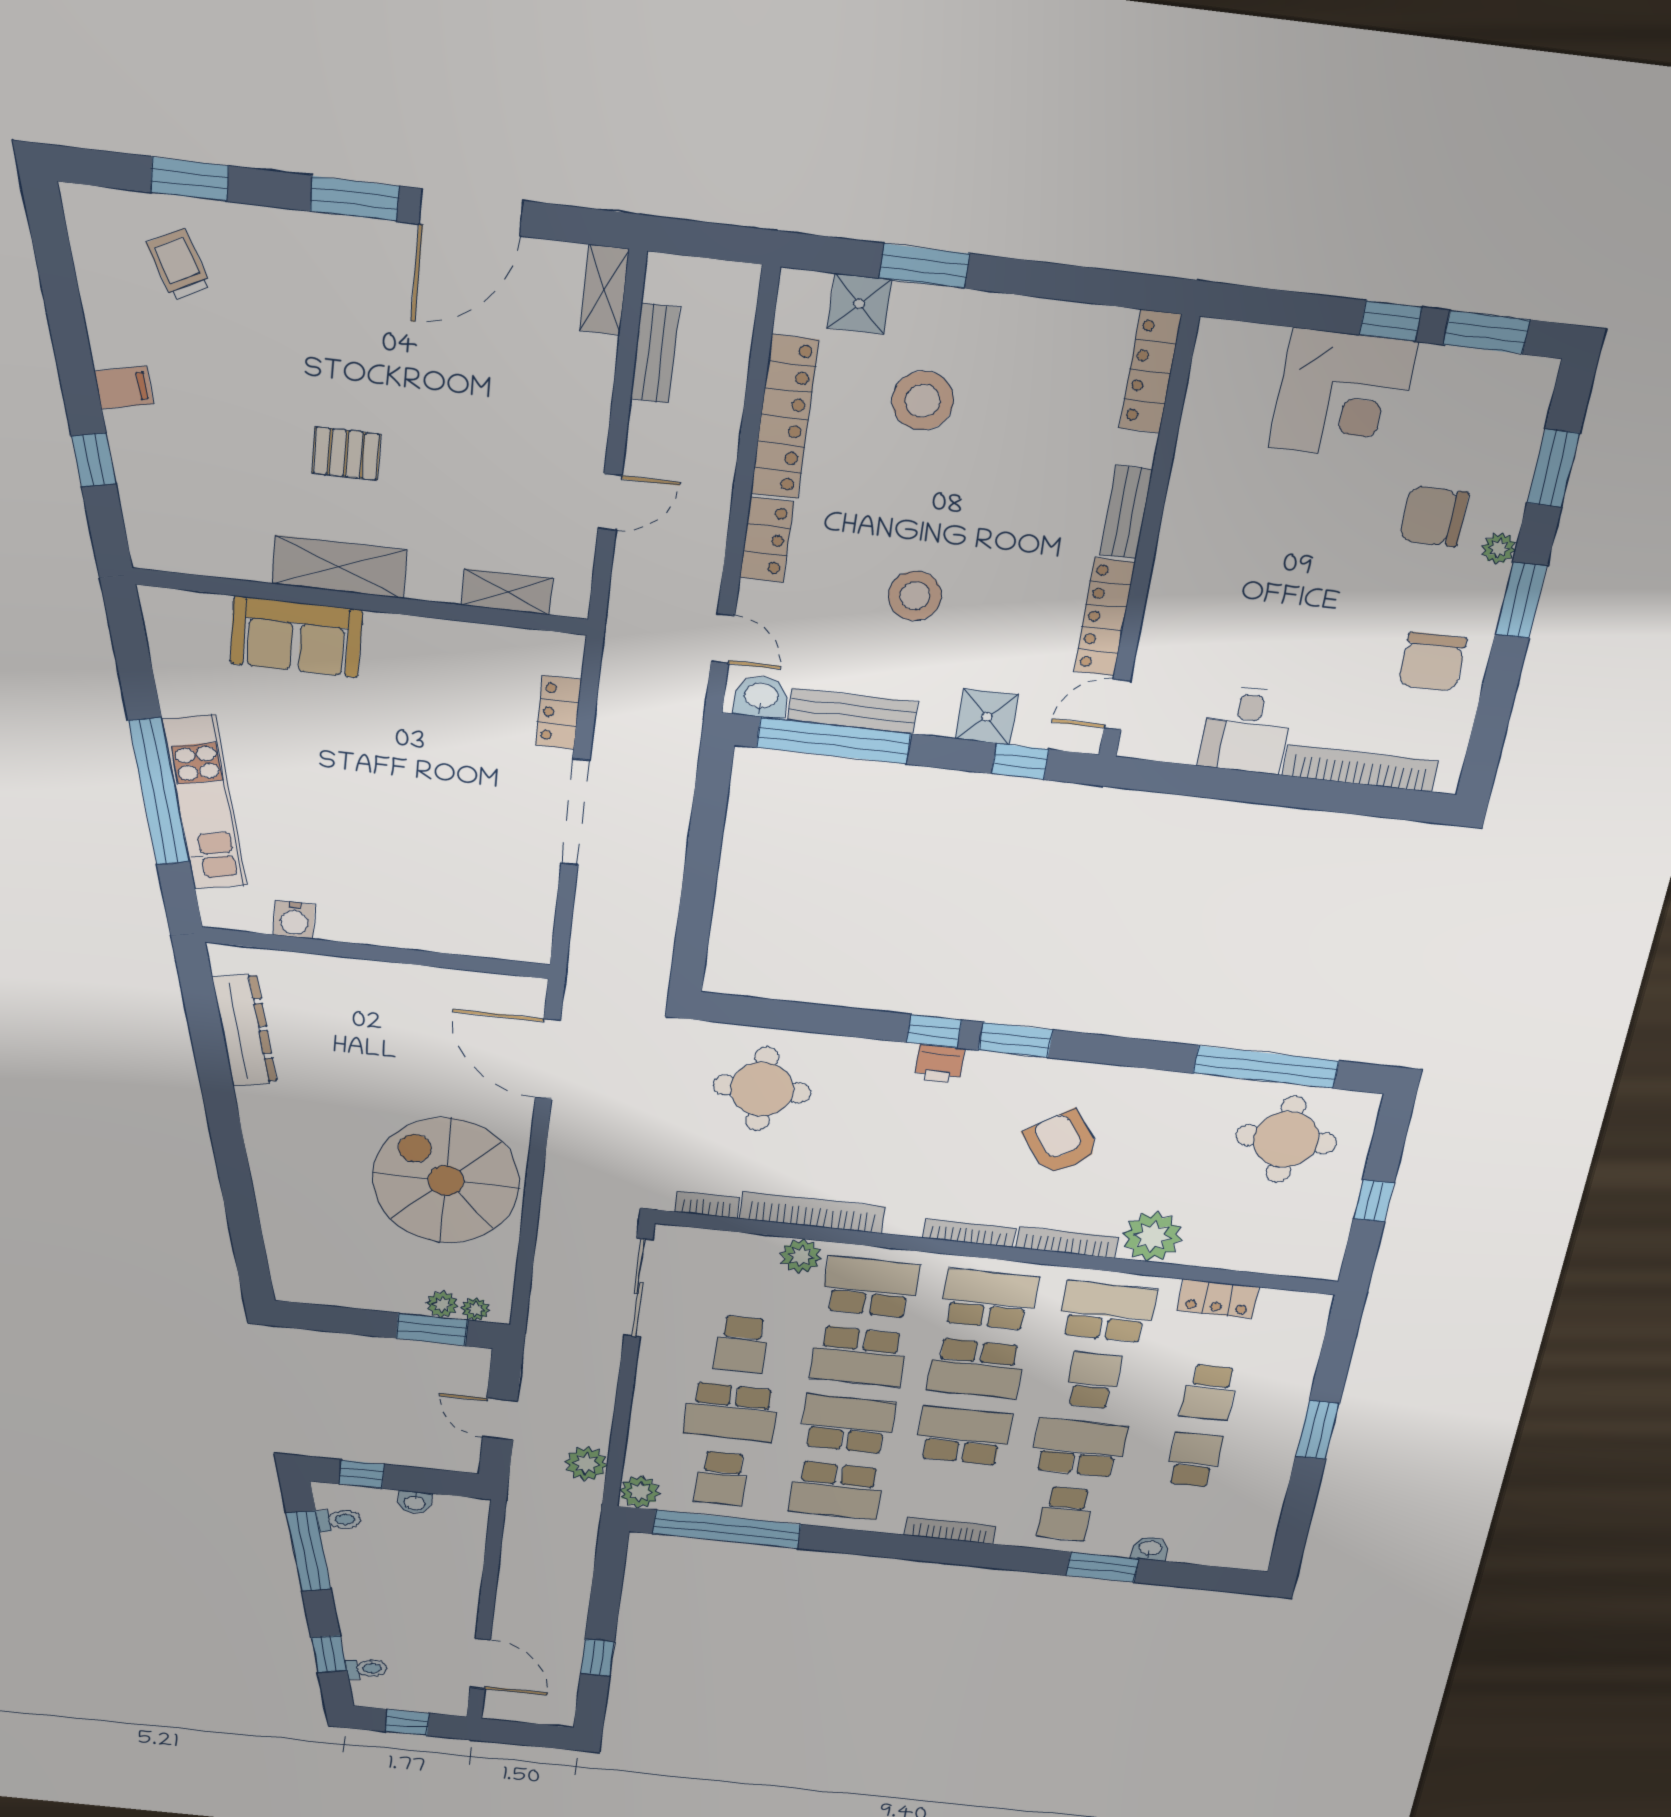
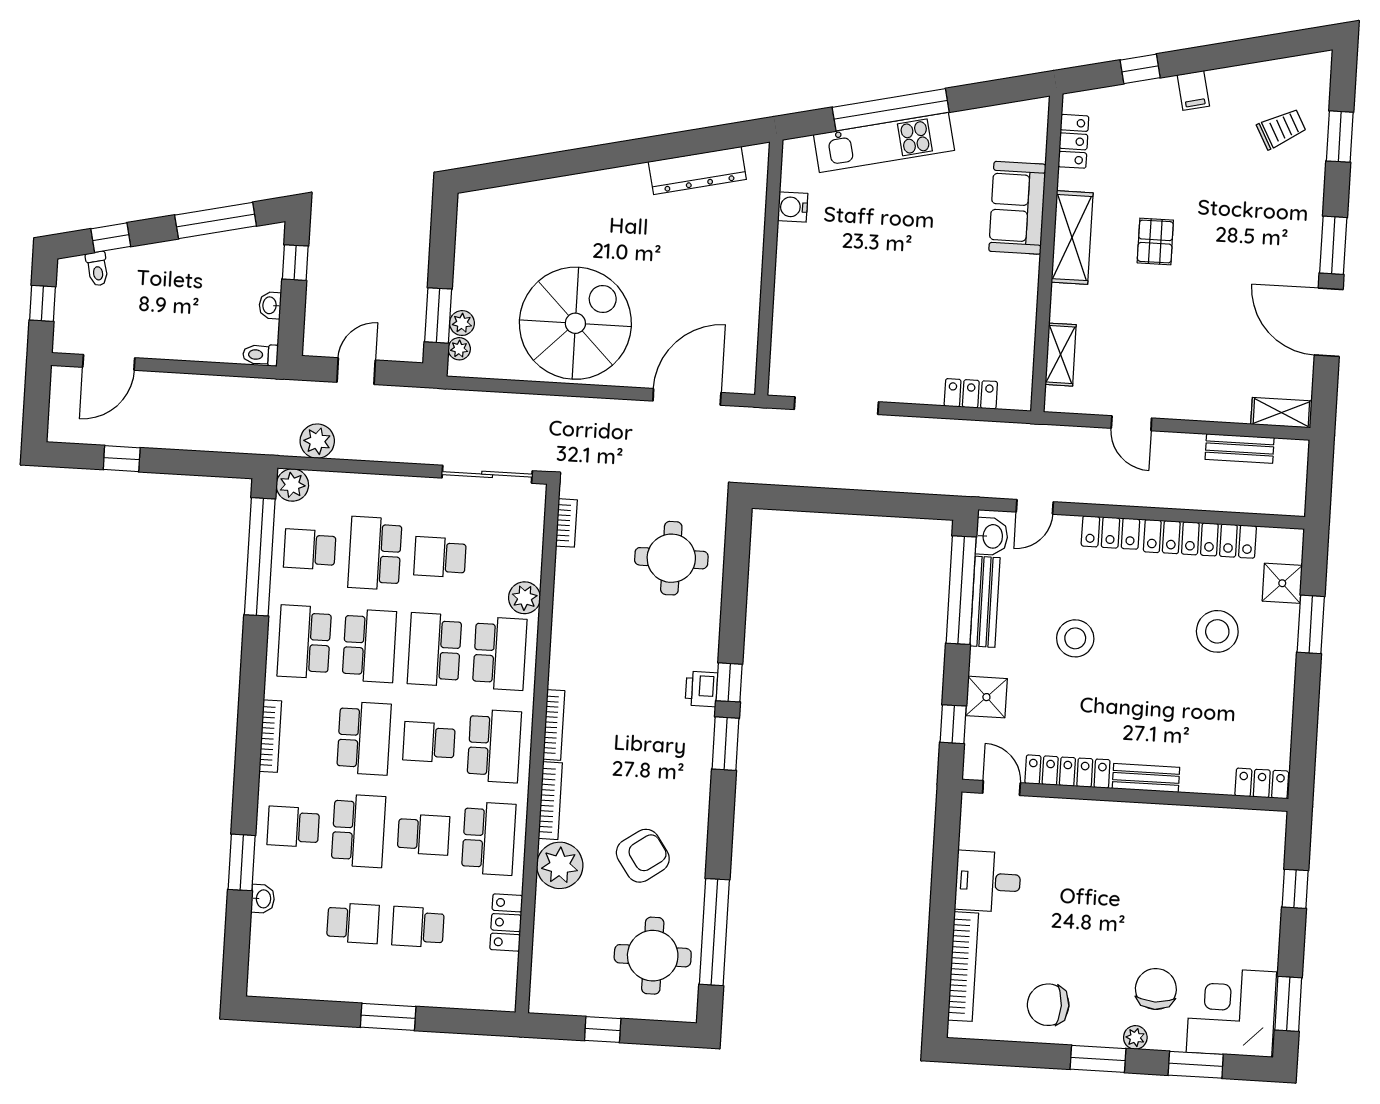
window: (1390, 321) -> (1295, 889), moved
locker: (1150, 372) -> (1262, 784), width x0.66
corner desk: (1343, 395) -> (1231, 1012), moved, turned 90
locker: (201, 557) -> (1073, 141), added
doorway: (575, 812) -> (836, 406), moved
armchair: (1061, 1143) -> (643, 856), moved
bookcase: (812, 1213) -> (565, 604), removed
school desk: (976, 1368) -> (429, 742), width x0.54
toilet: (339, 1520) -> (260, 355), moved, turned 103

